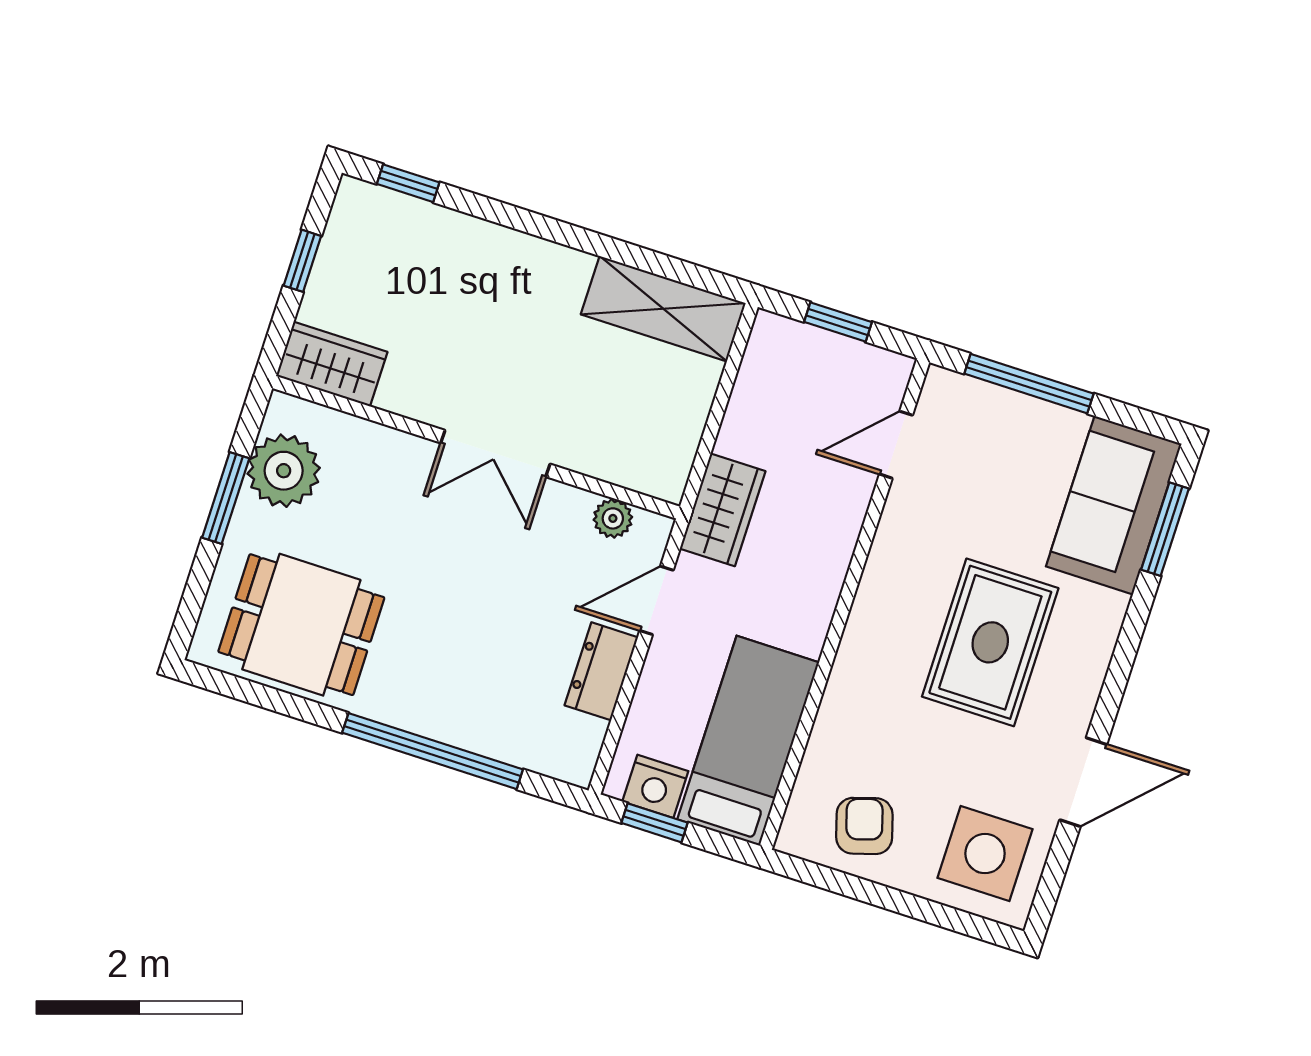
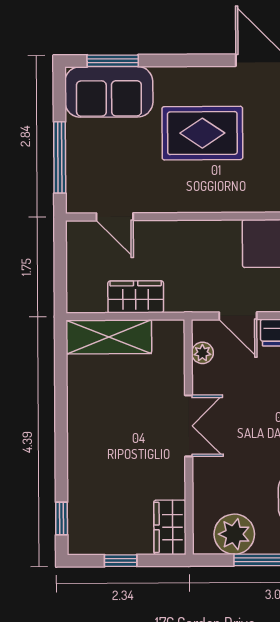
shelving: (663, 309) -> (109, 337), moved, turned 90
window: (838, 322) -> (60, 268), removed
wardrobe: (723, 510) -> (136, 297), moved

